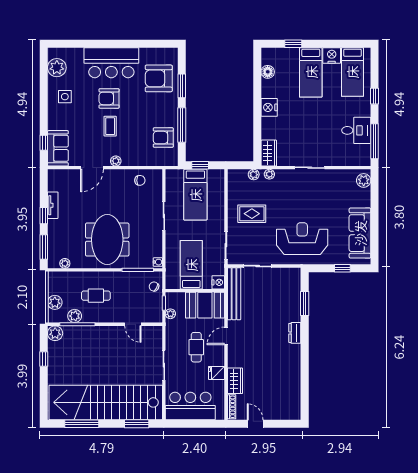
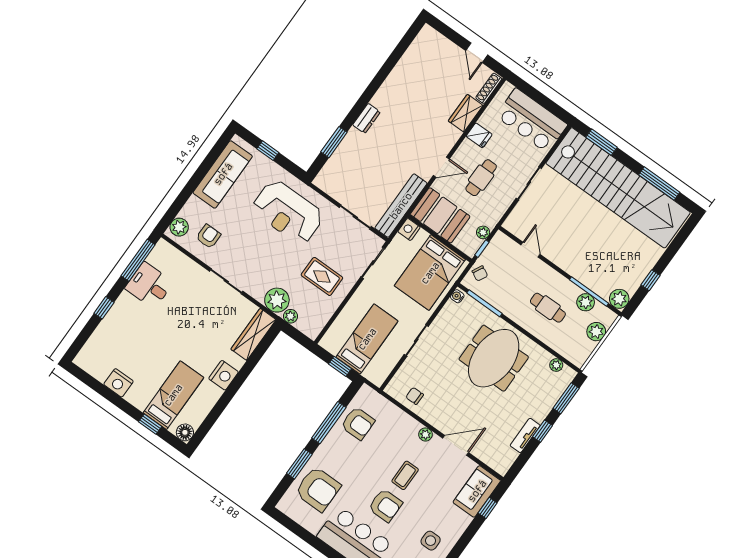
floor lamp: (268, 72) -> (185, 432), moved
bed: (311, 72) -> (173, 395), moved
bed: (352, 72) -> (109, 350), removed
wardrobe: (269, 153) -> (253, 334), width x1.50
plant: (269, 174) -> (277, 300), width x1.88, depth x1.88
armchair: (341, 188) -> (208, 236), added
bed: (191, 265) -> (430, 273), width x1.50

